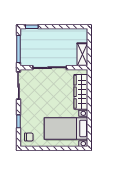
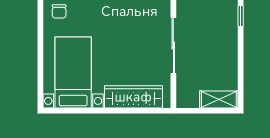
shelving: (82, 54) -> (219, 99), moved

